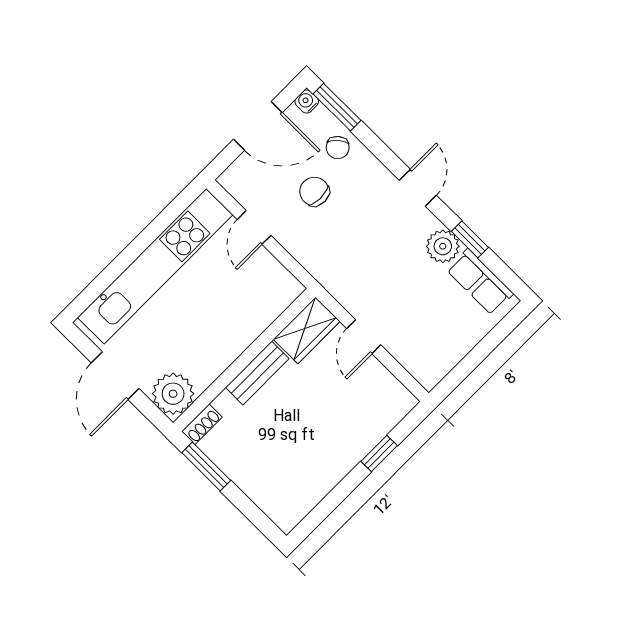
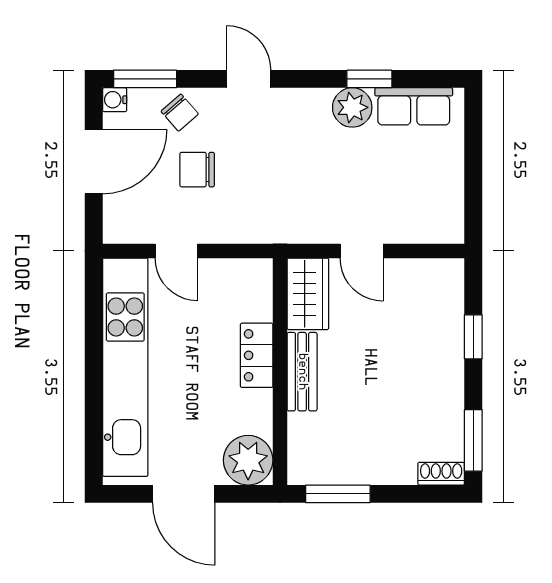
door: (418, 188) -> (249, 79), moved
locker: (240, 337) -> (257, 355), added
shoe rack: (202, 424) -> (441, 474), moved, turned -90
window: (318, 515) -> (473, 440), added

